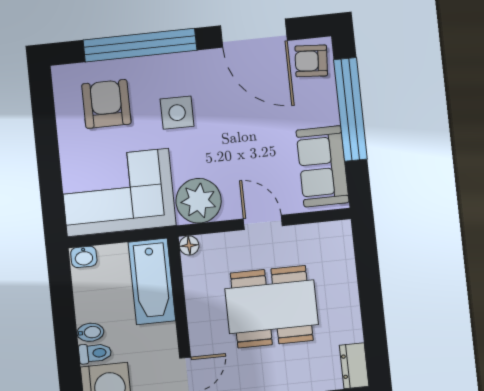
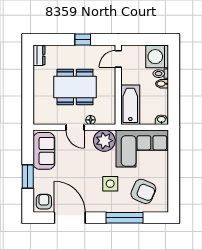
window: (140, 45) -> (125, 218), width x0.68
armchair: (311, 61) -> (44, 202), turned -94
armchair: (106, 104) -> (143, 191), turned -67
window: (350, 109) -> (28, 177), width x0.47
floor lamp: (189, 245) -> (91, 120), moved

